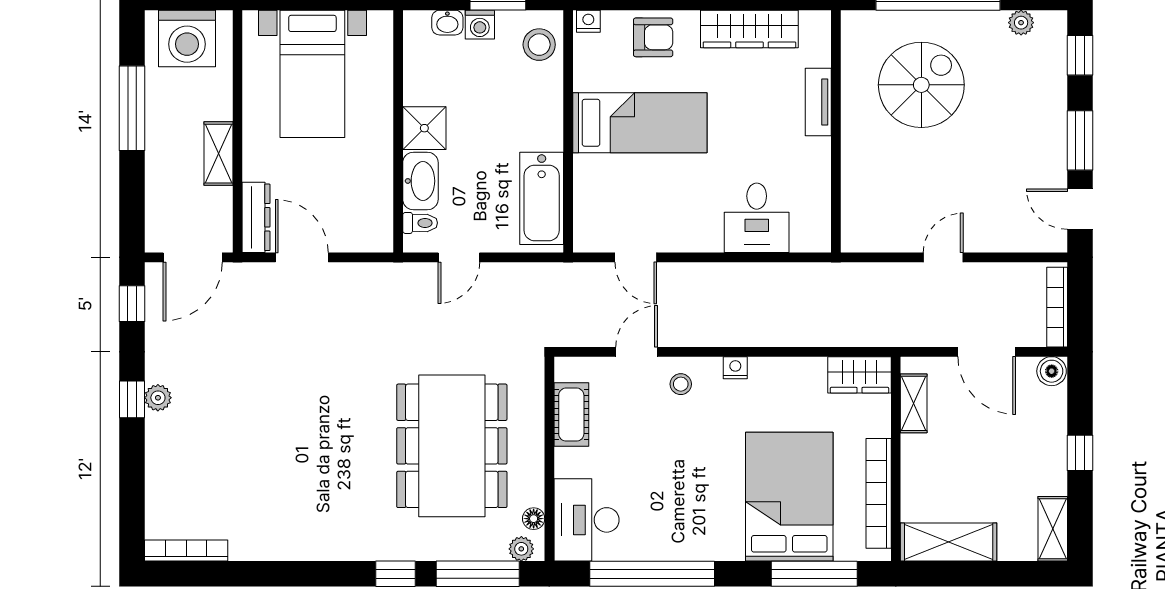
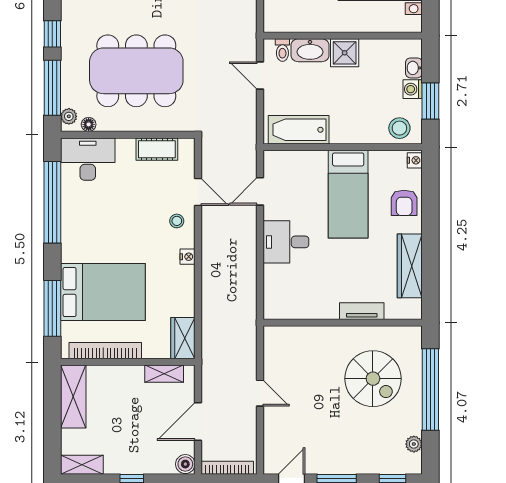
desk: (757, 218) -> (286, 242), moved

